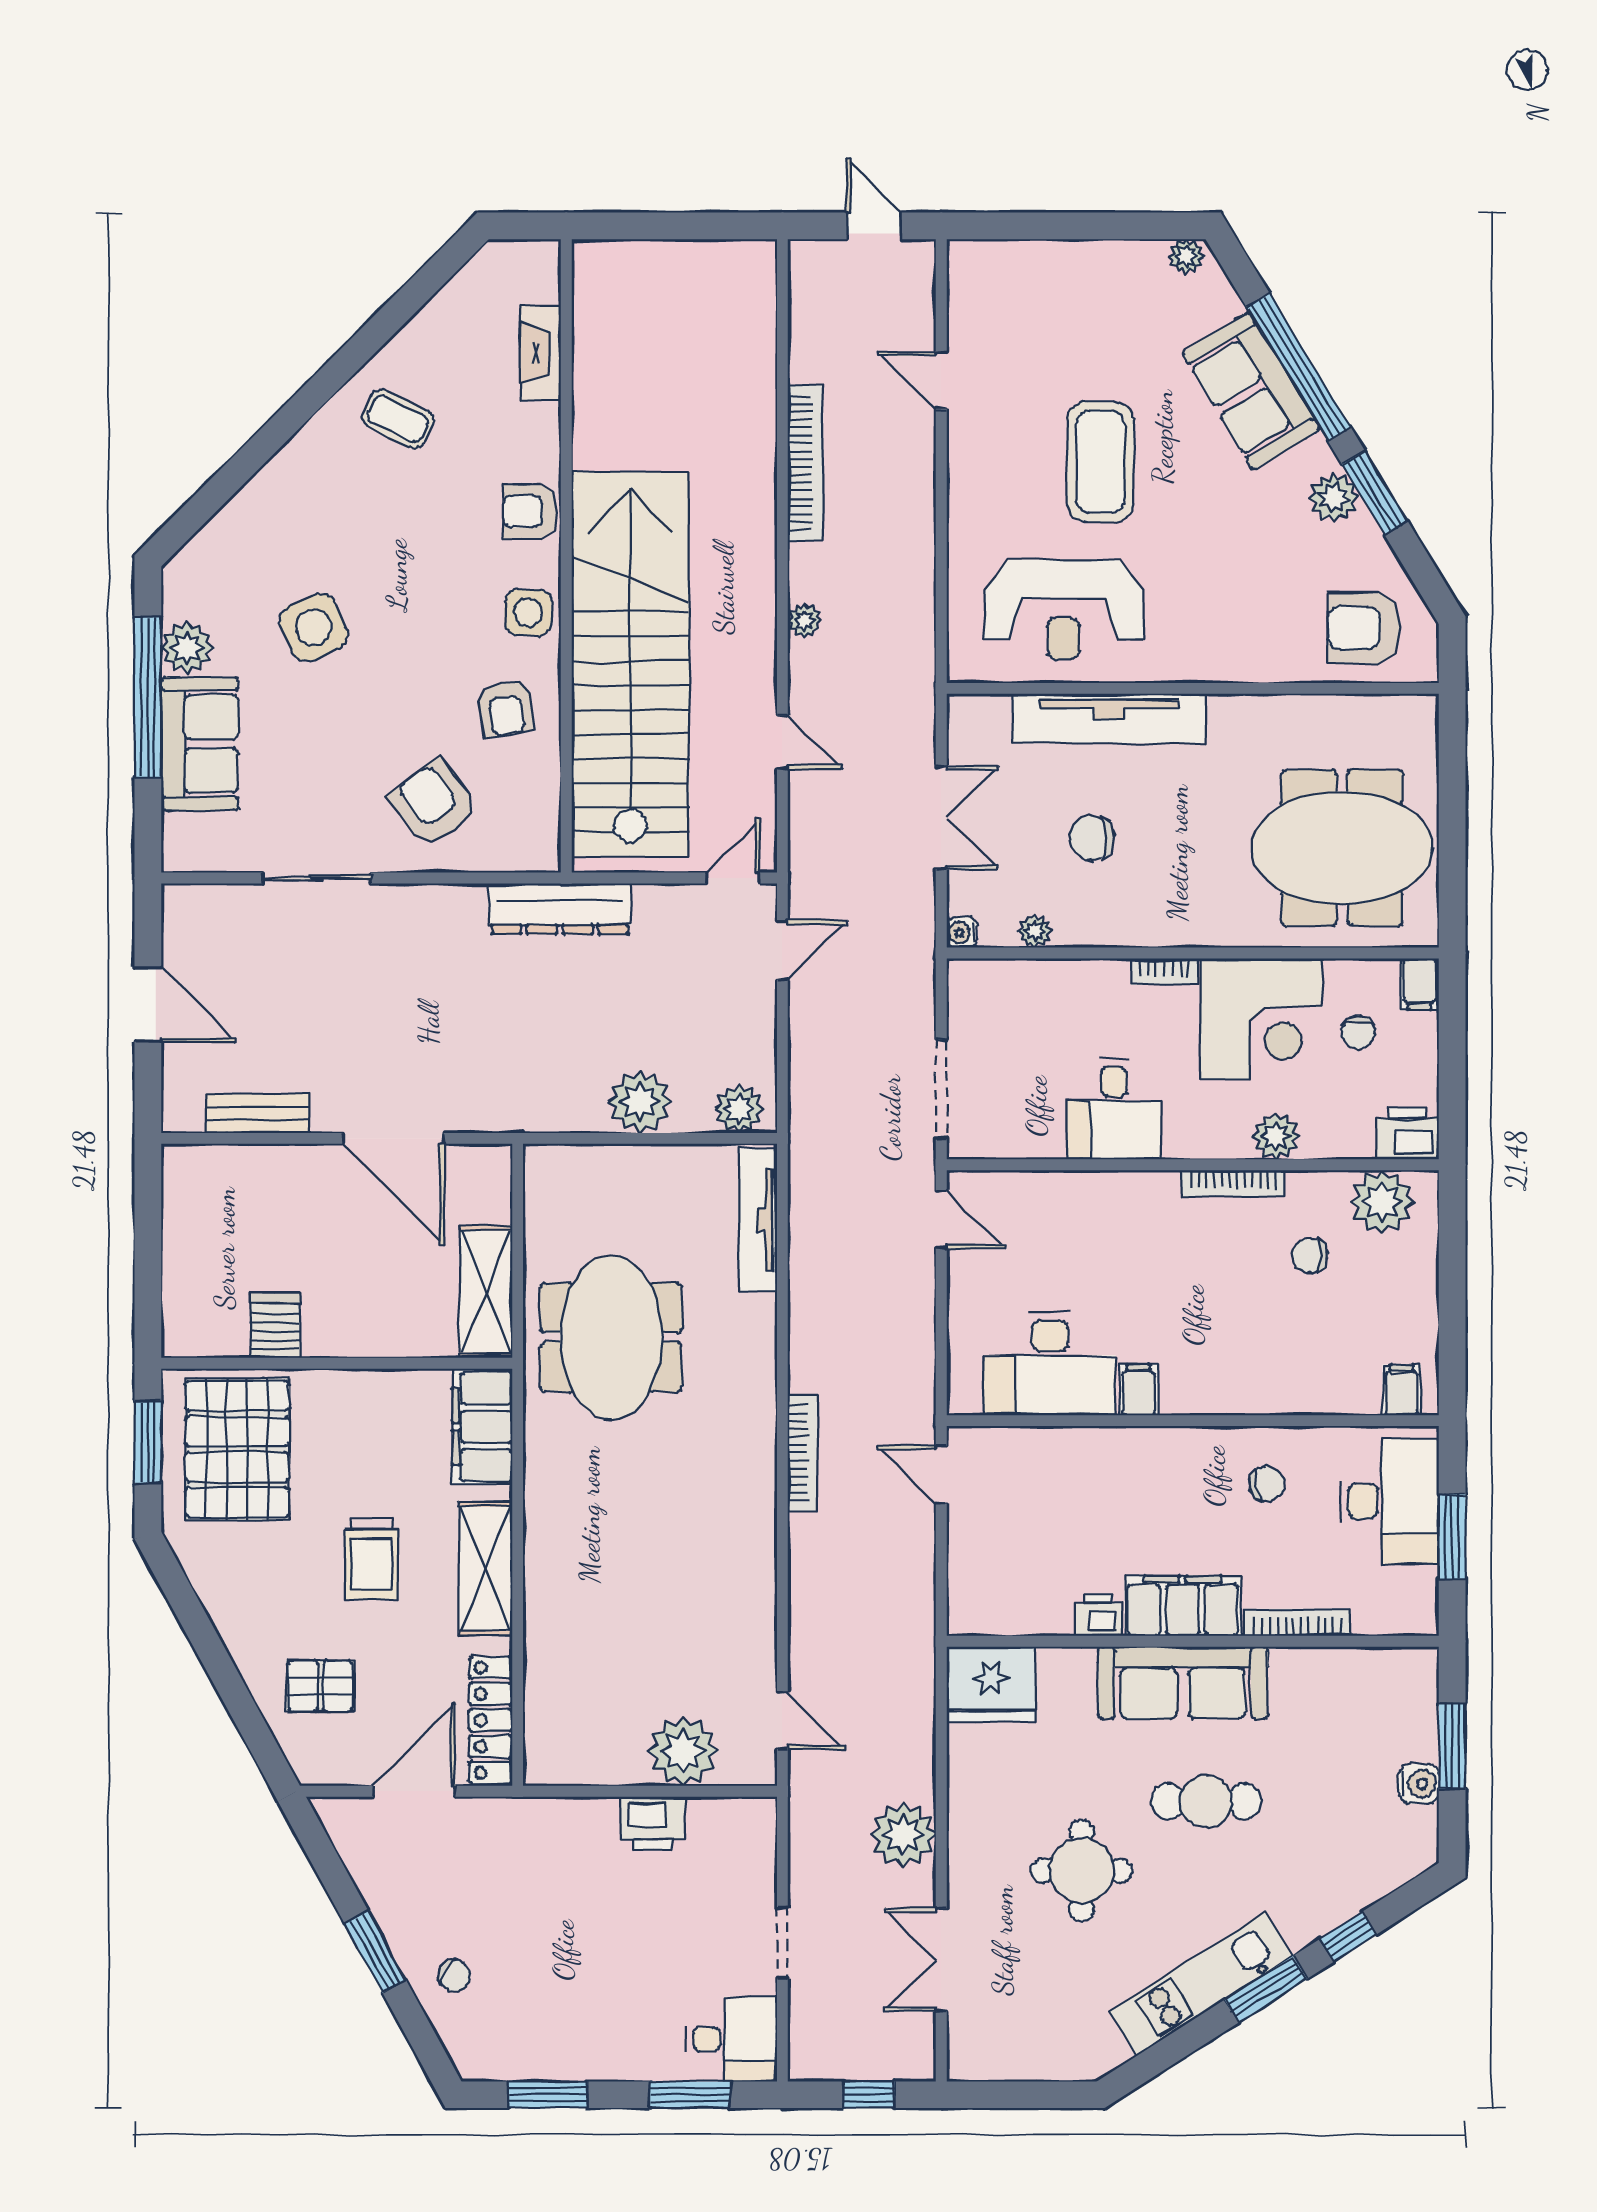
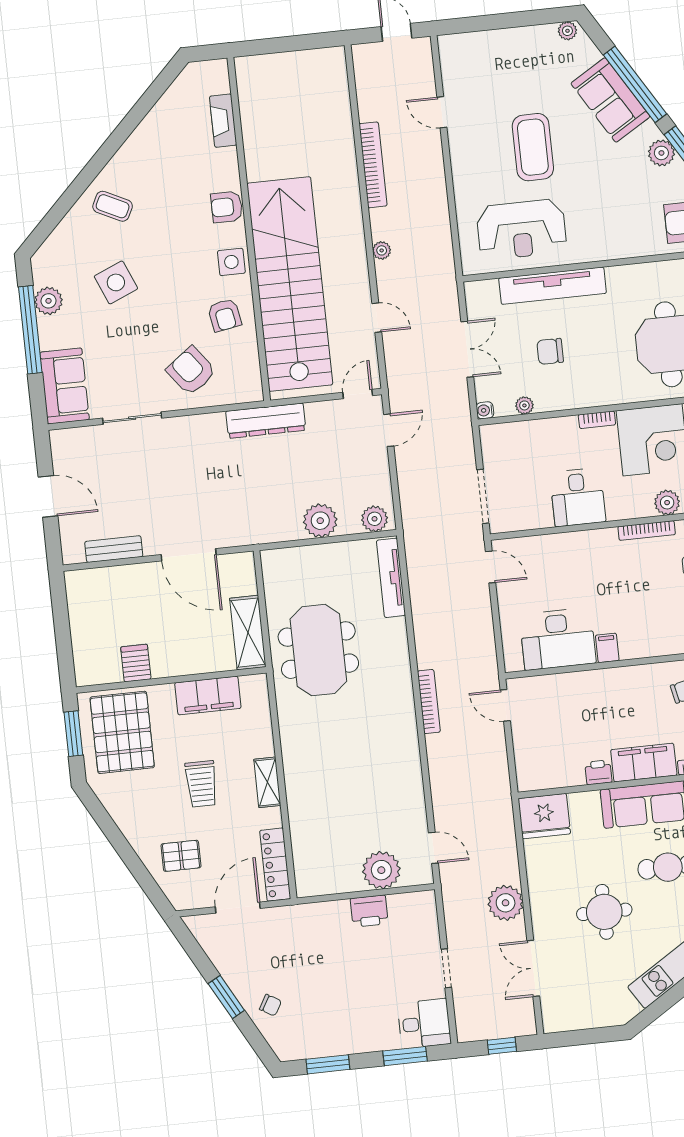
coffee table: (398, 419) -> (113, 206), moved
sofa: (200, 744) -> (65, 386), moved
filing cabinet: (482, 1427) -> (208, 696), moved, turned -90
shelving: (485, 1569) -> (267, 782), width x0.67, depth x0.75

